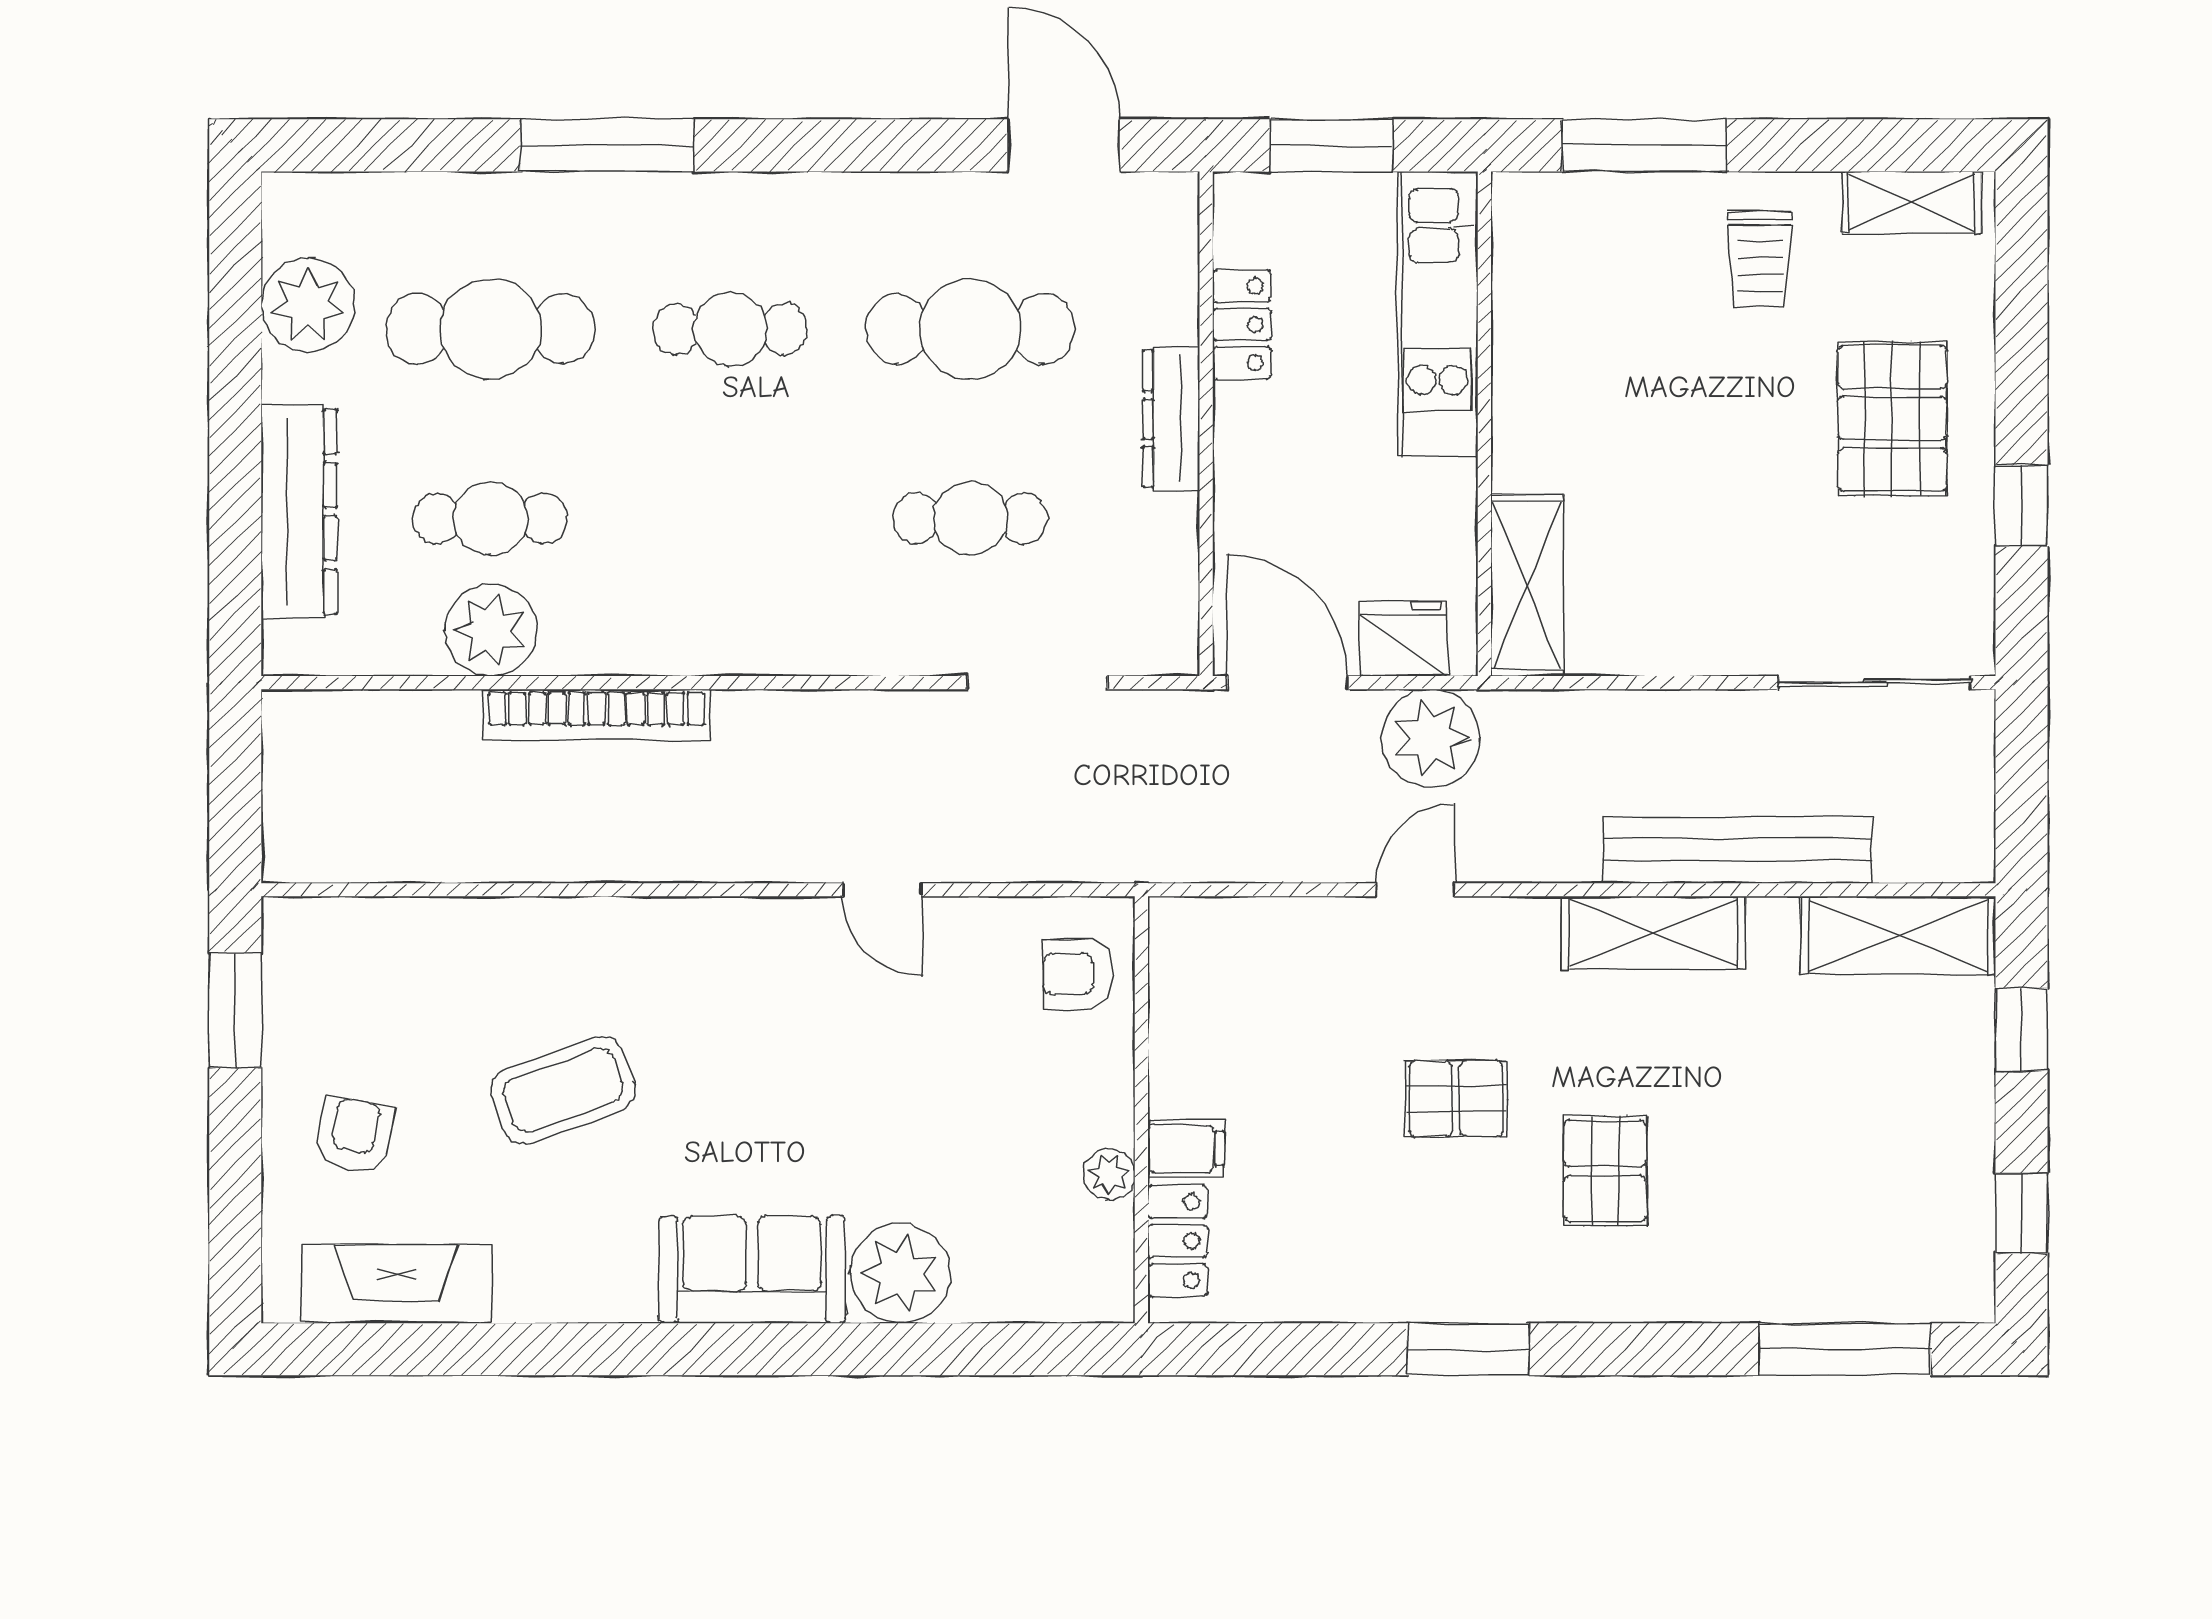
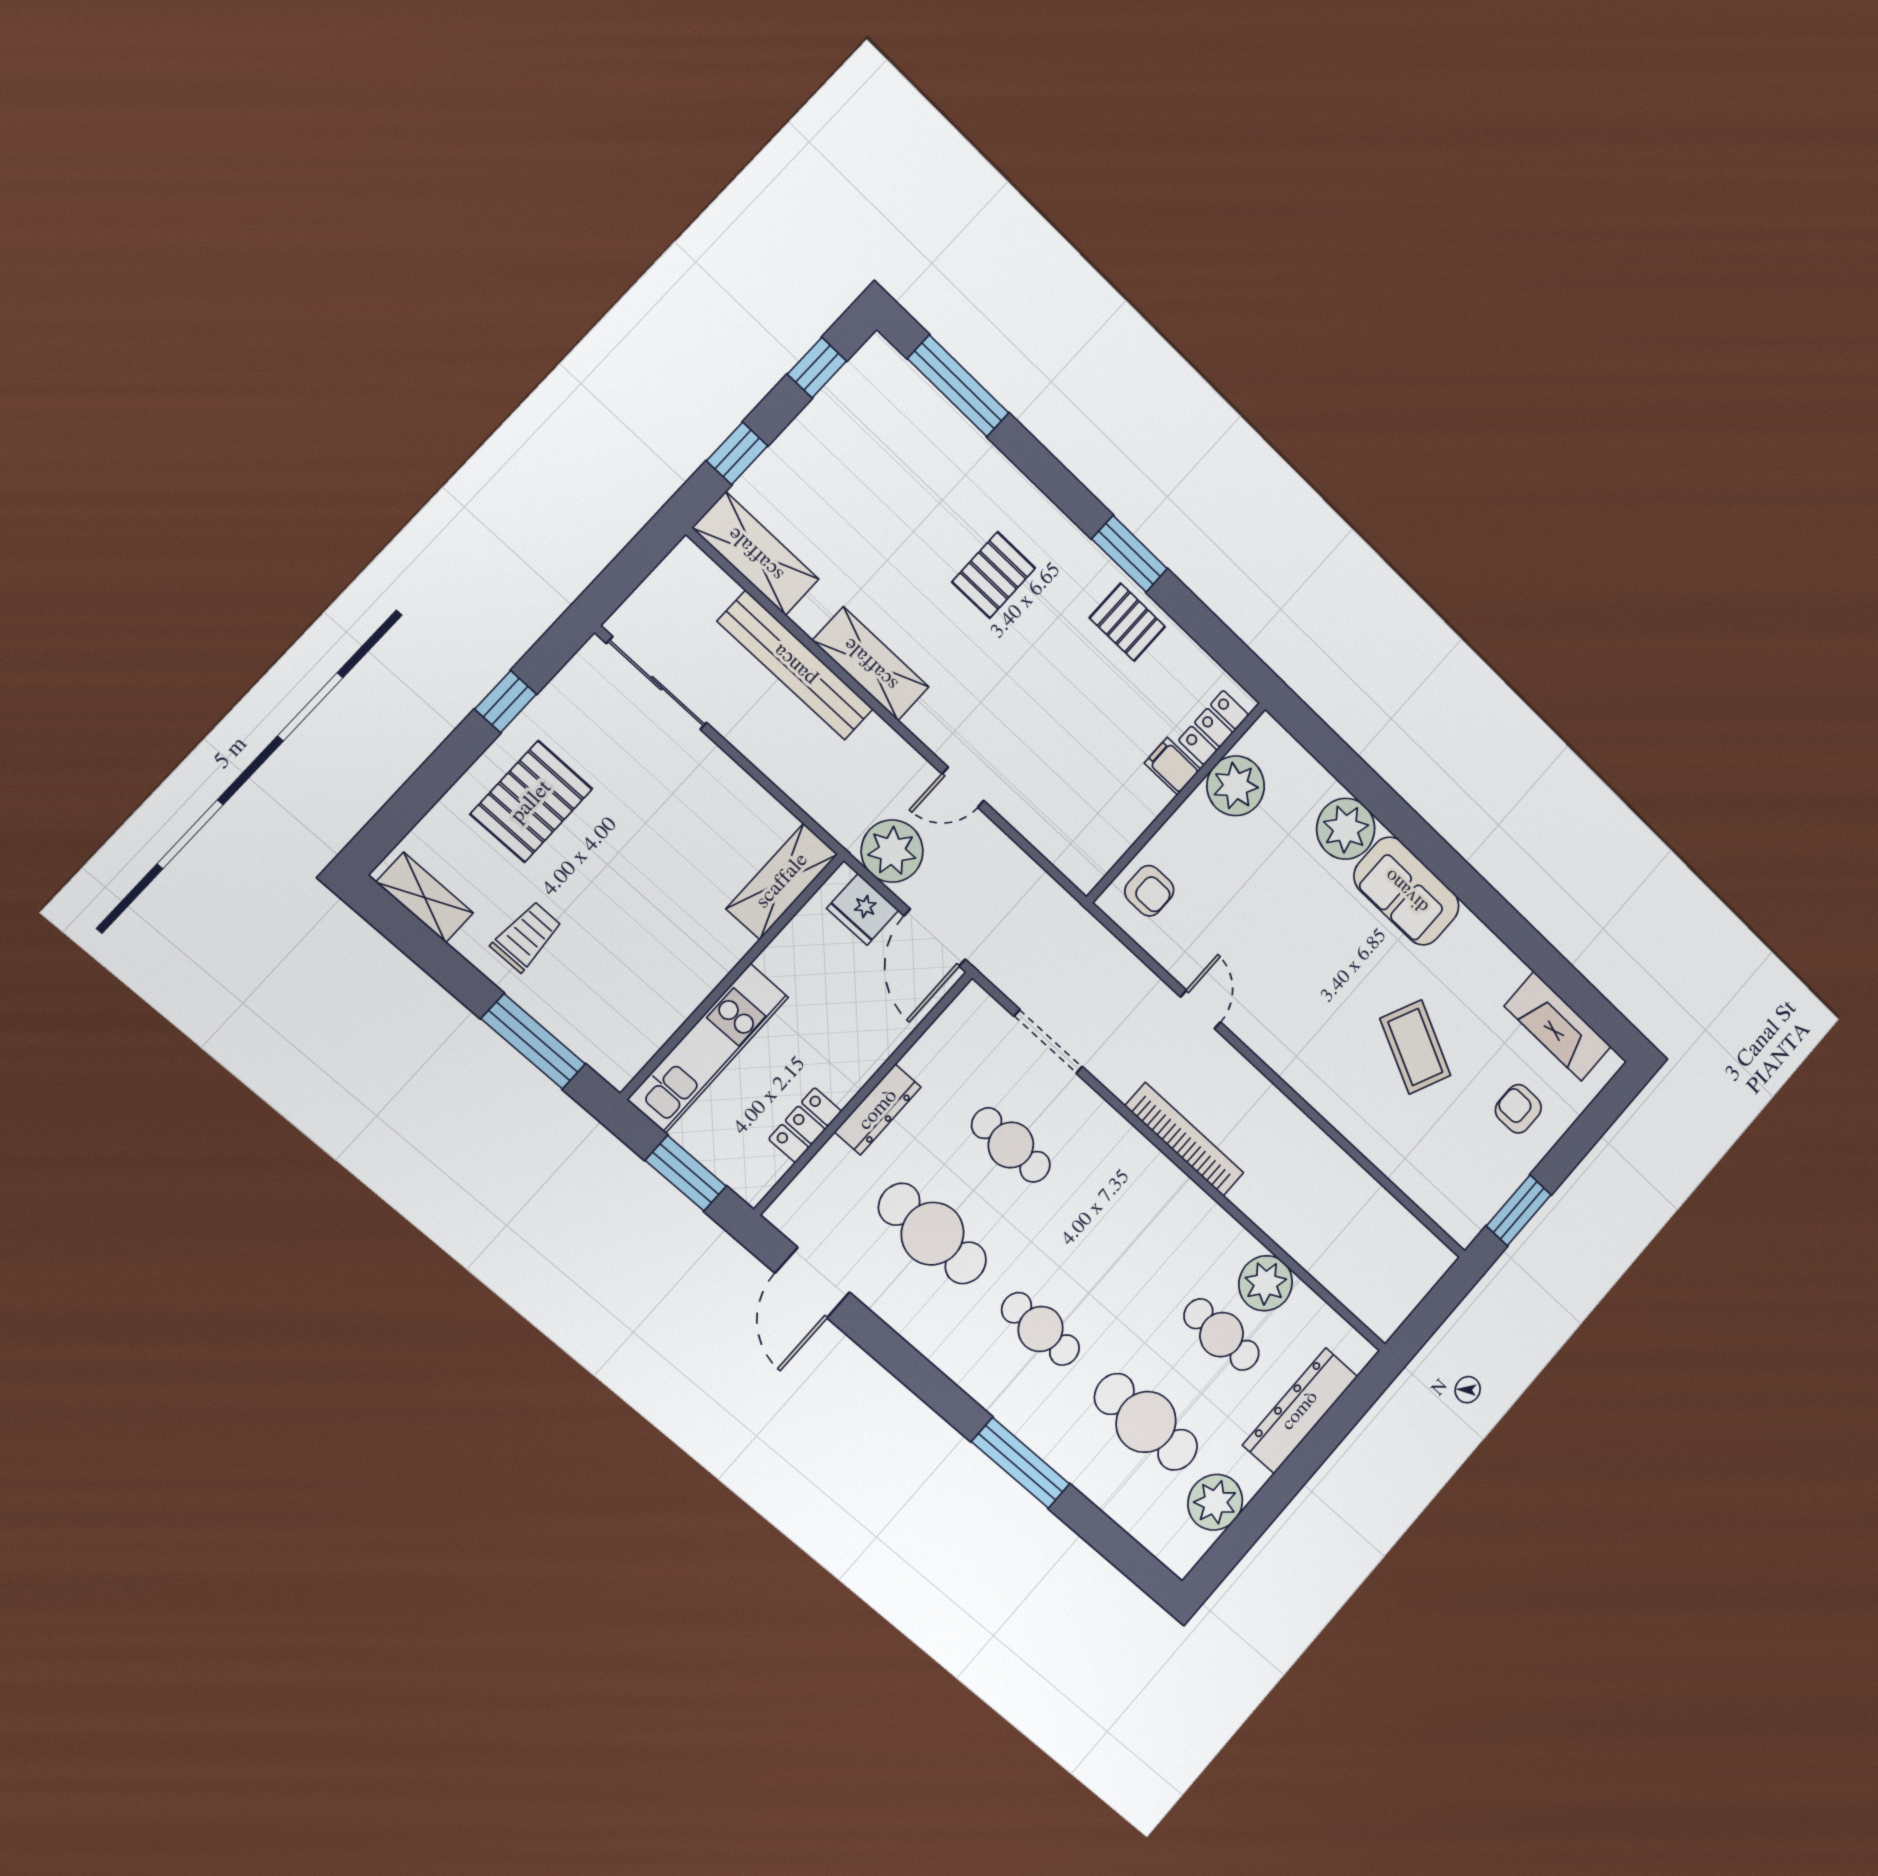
bookcase: (596, 715) -> (1184, 1139), moved
coffee table: (563, 1090) -> (1415, 1047), turned 45
pallet: (1456, 1099) -> (1127, 622), moved
armchair: (354, 1135) -> (1518, 1109), turned 79
plant: (1109, 1175) -> (1236, 786), width x1.88, depth x1.88

